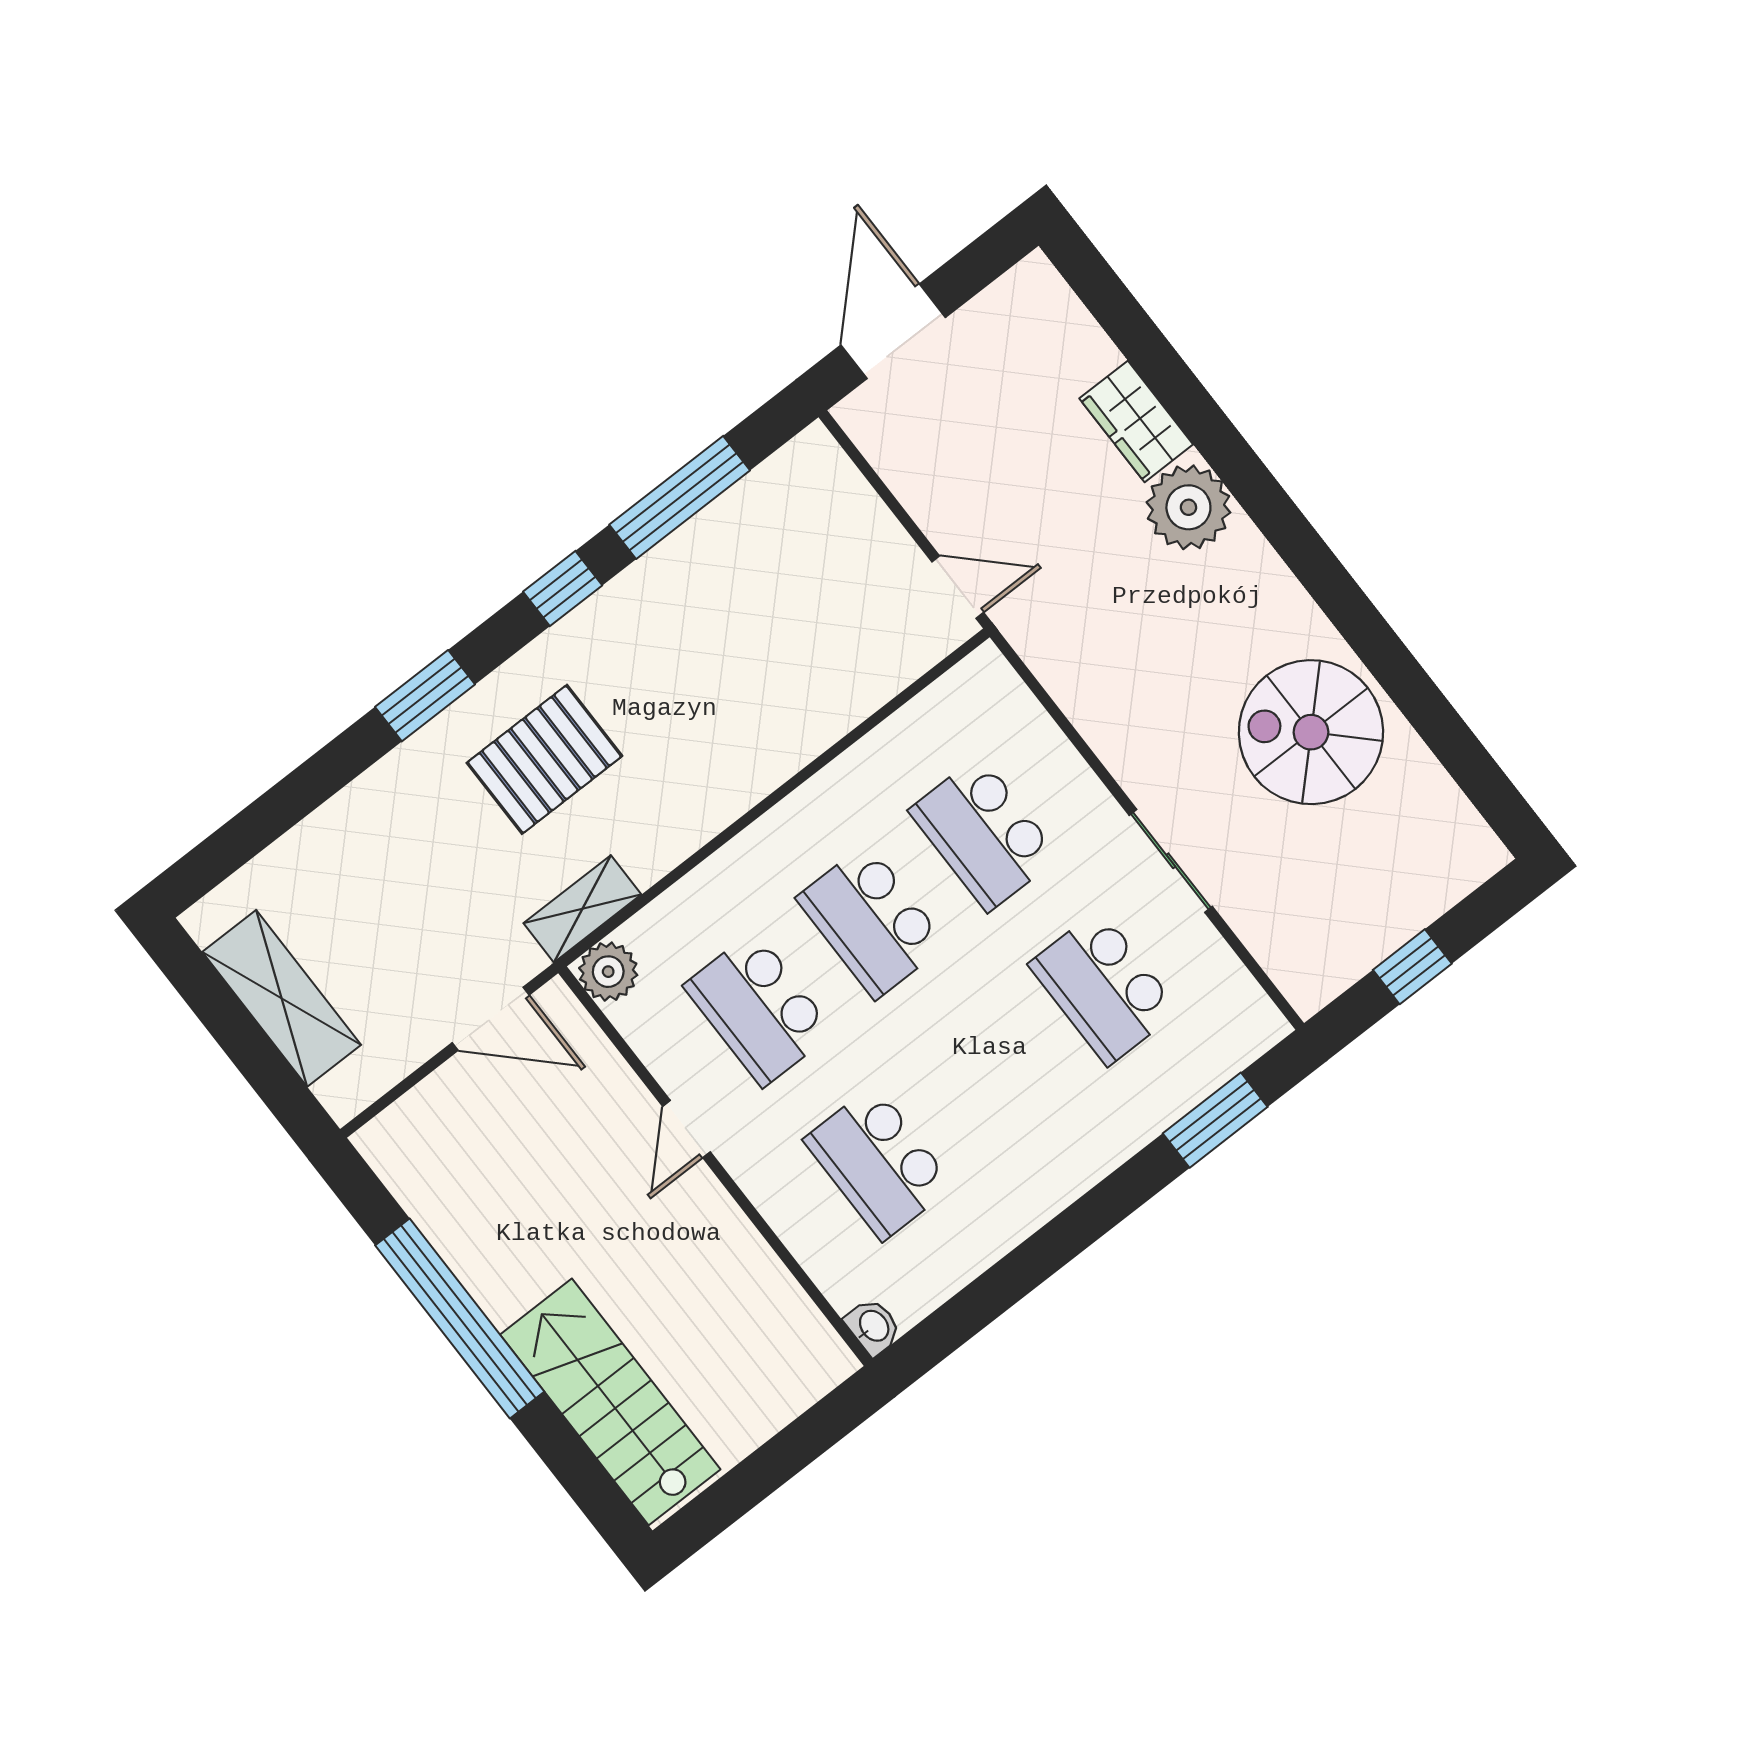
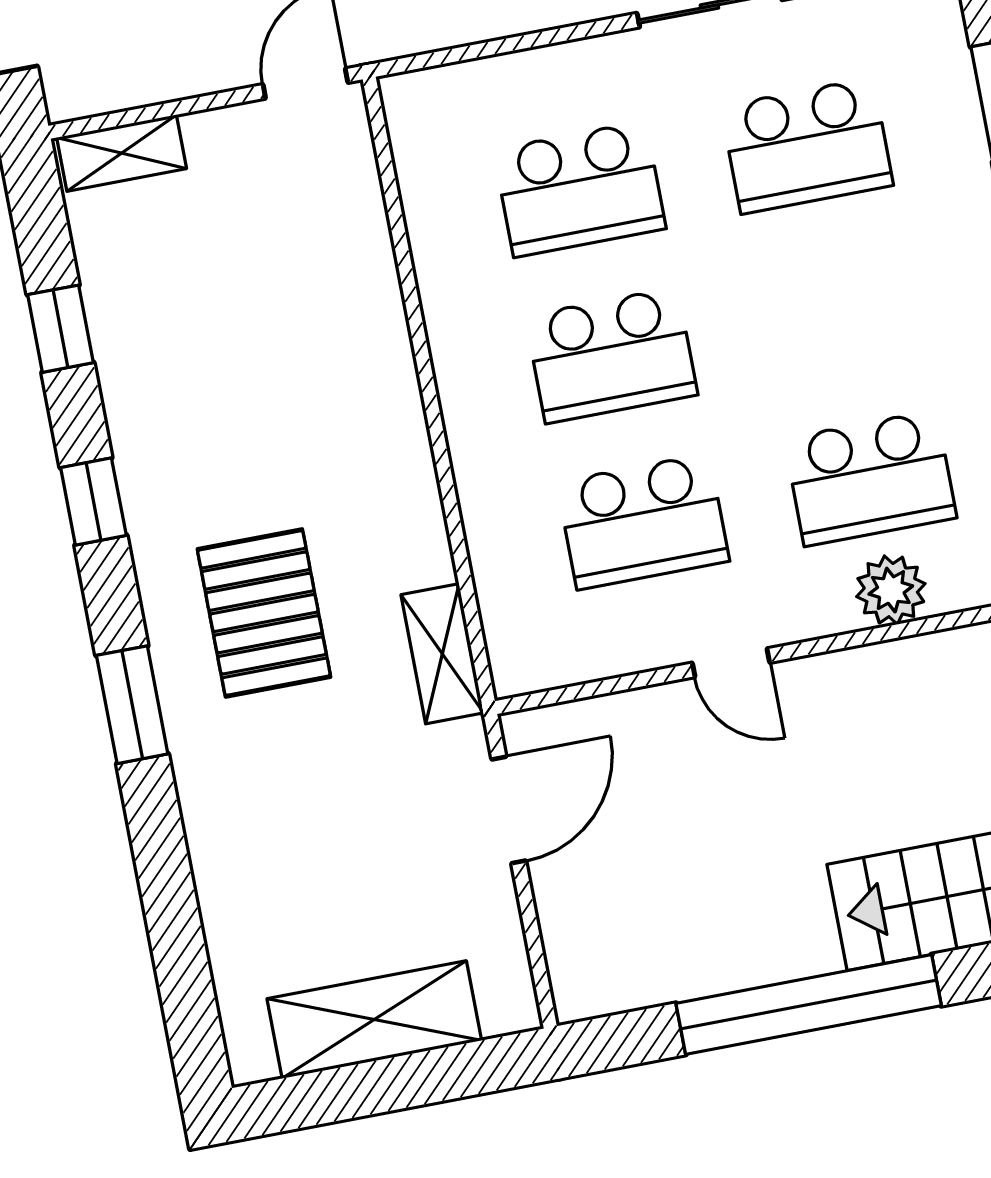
shelving: (835, 476) -> (122, 153), added
window: (680, 497) -> (60, 329), width x0.46
plant: (608, 972) -> (891, 590), moved

